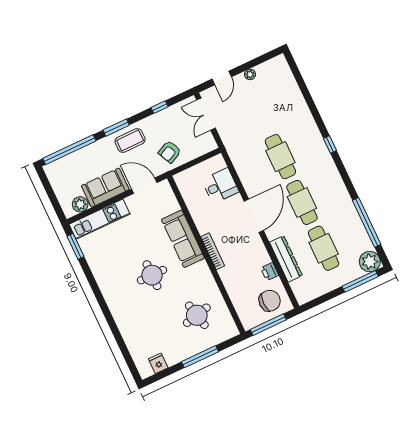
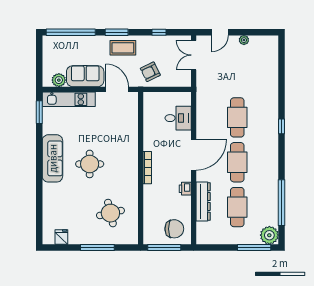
sofa: (183, 239) -> (52, 158), moved, turned 180
printer: (270, 272) -> (185, 189), moved

